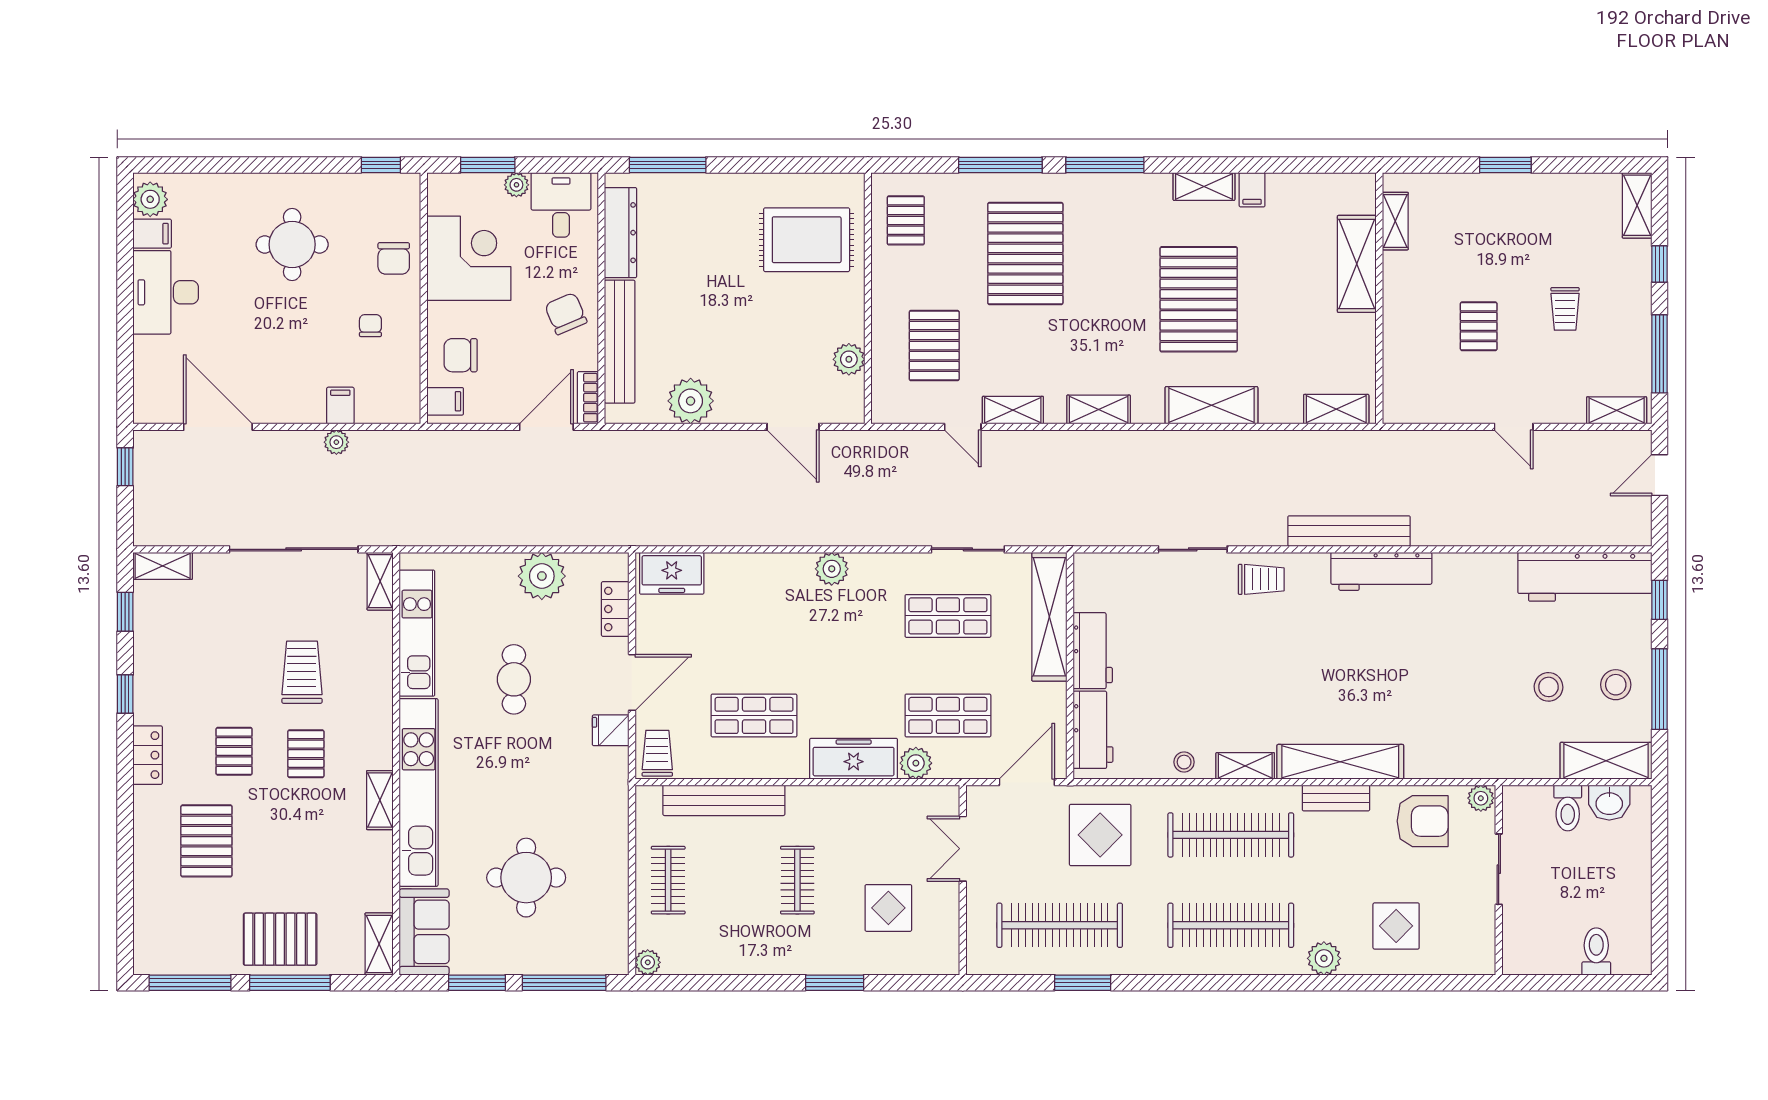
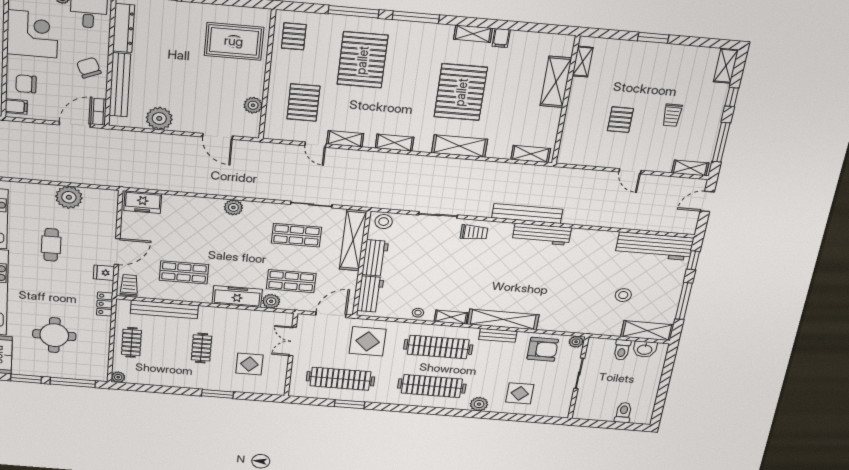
locker: (615, 609) -> (105, 304), moved
stool: (1616, 685) -> (384, 222), moved

